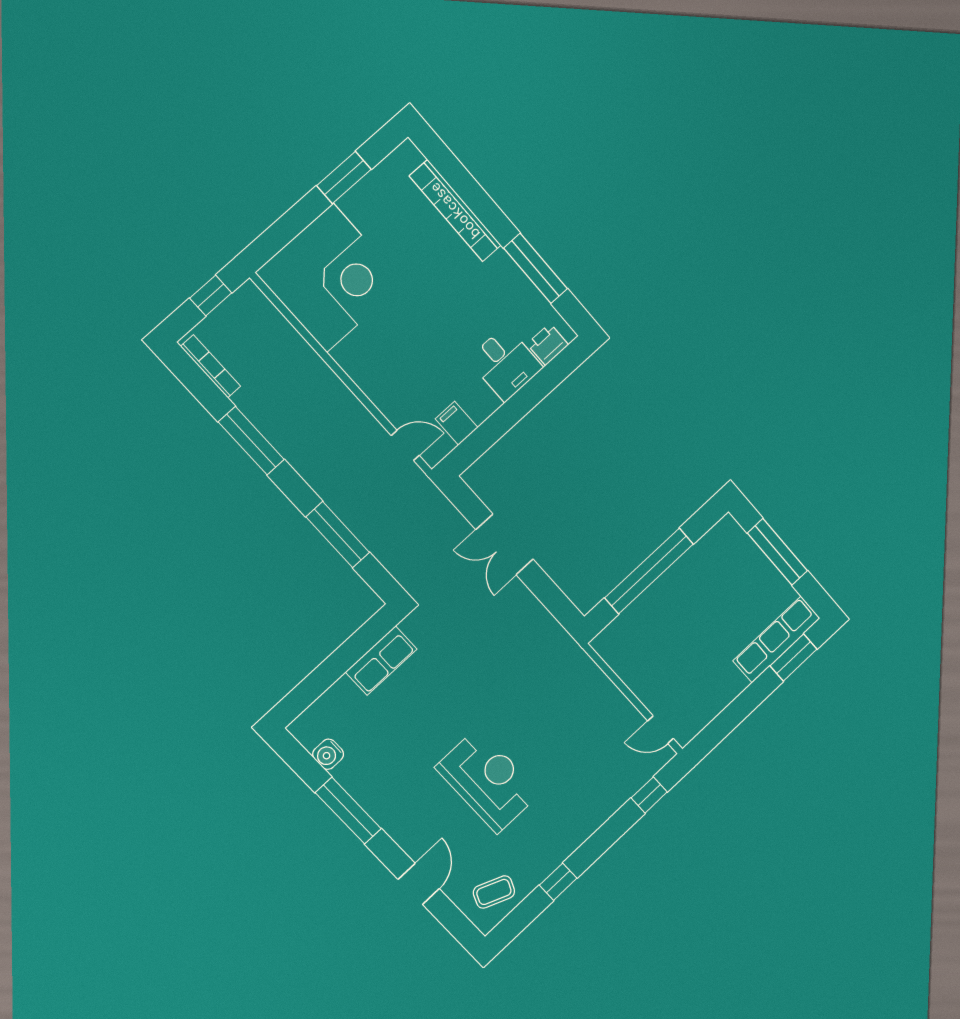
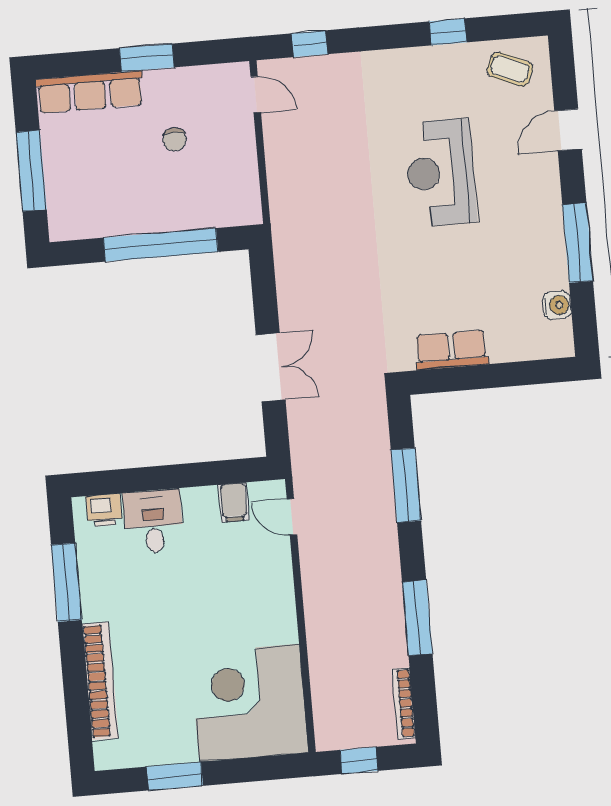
chair: (694, 653) -> (174, 139), added
window: (794, 658) -> (147, 58), moved

